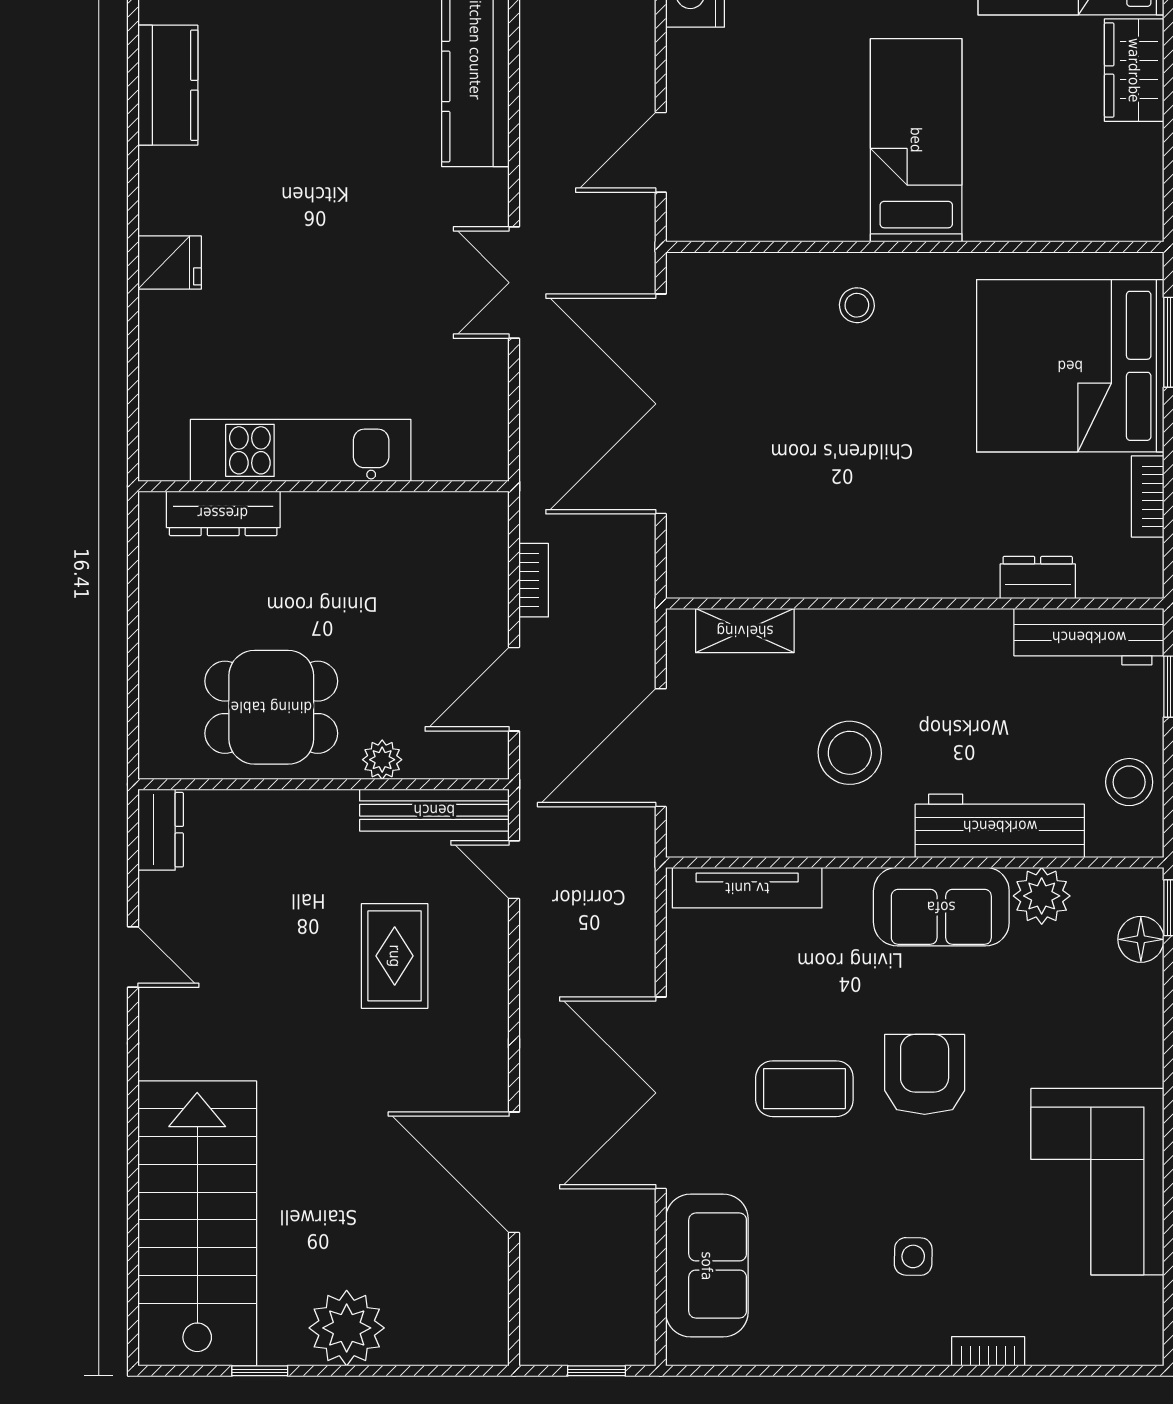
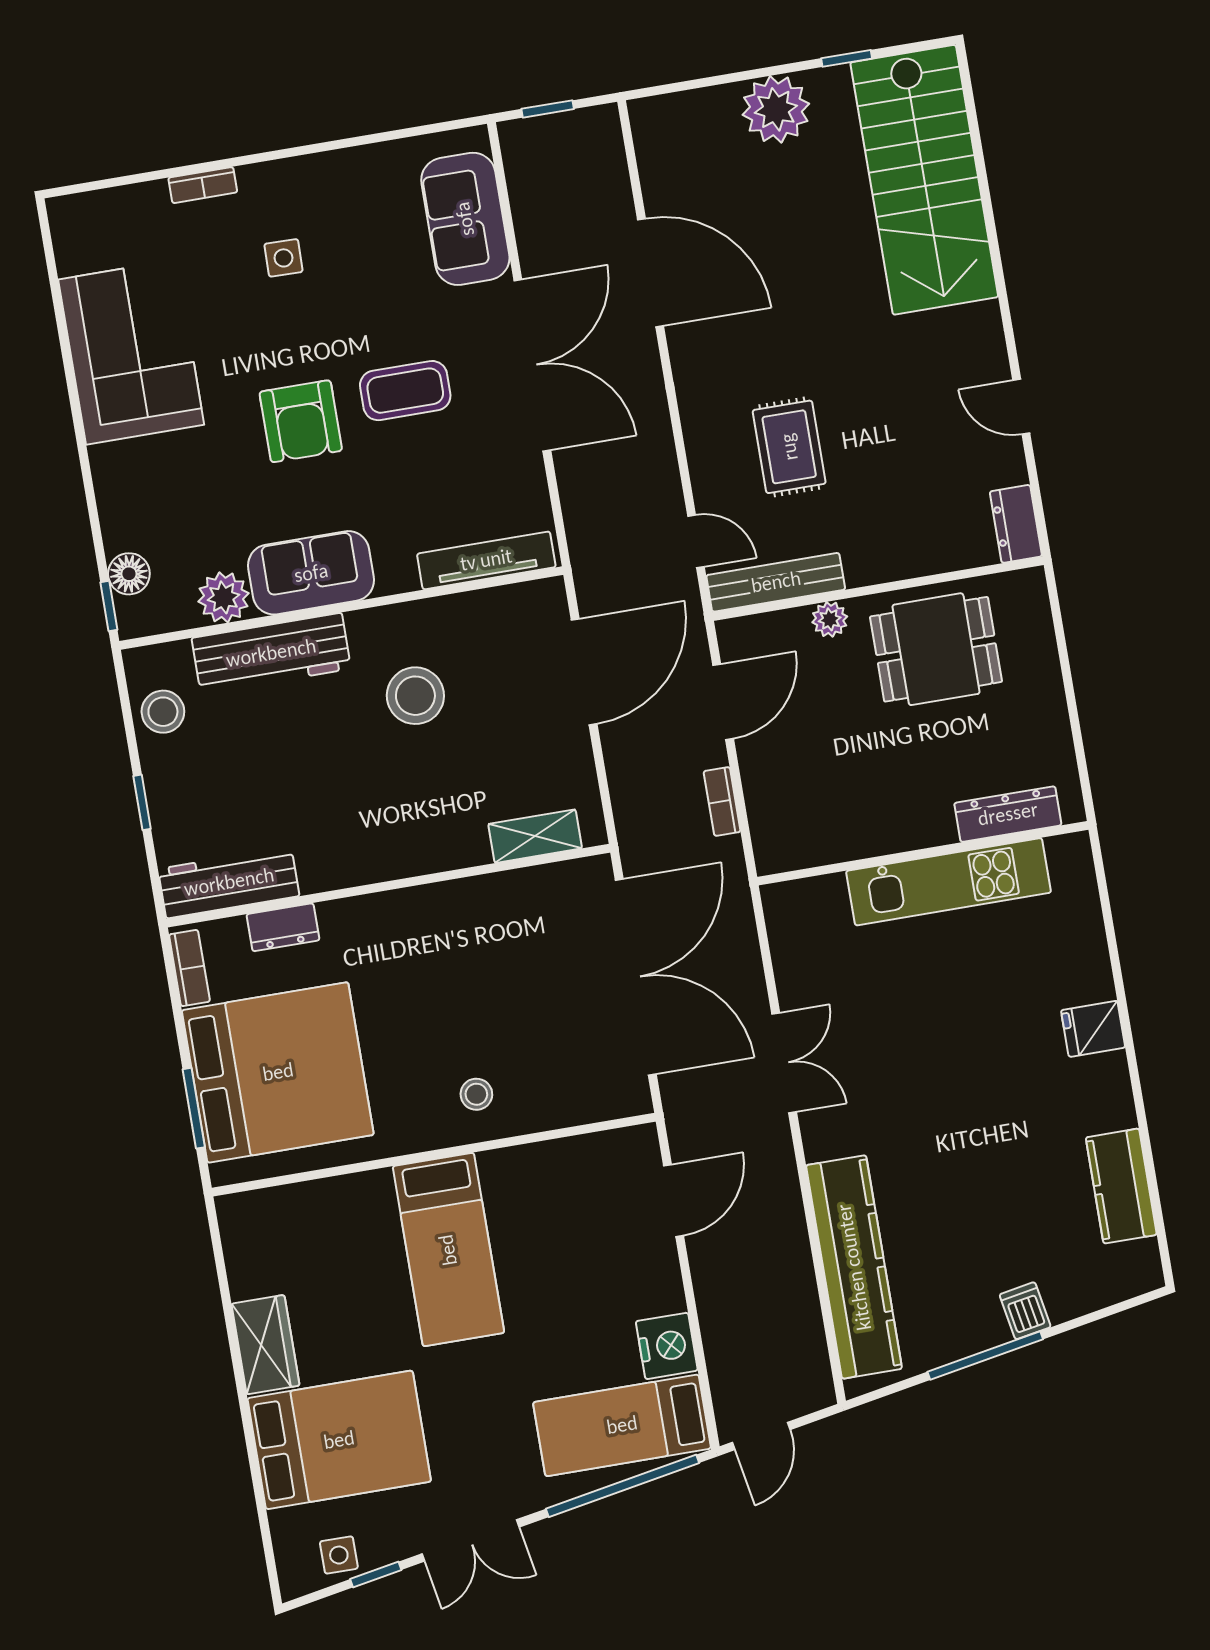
dresser: (1038, 578) -> (283, 927), moved
wall: (915, 604) -> (388, 886), moved
shelving: (745, 631) -> (535, 836), moved
workbench: (1089, 637) -> (229, 882), moved

